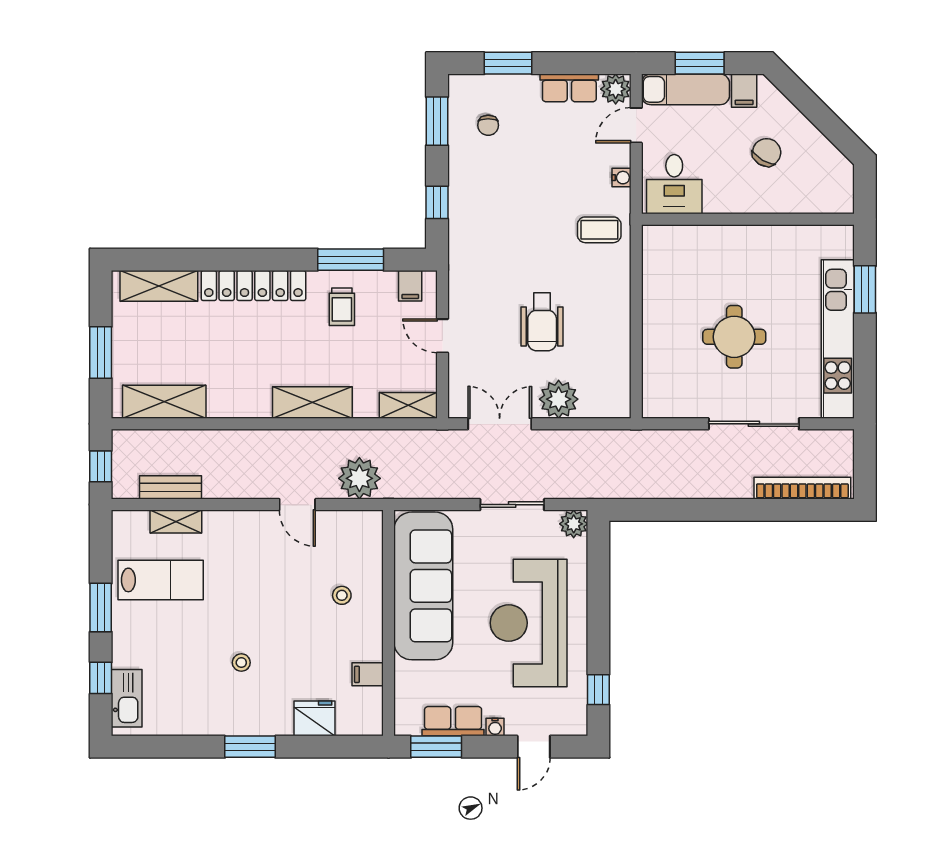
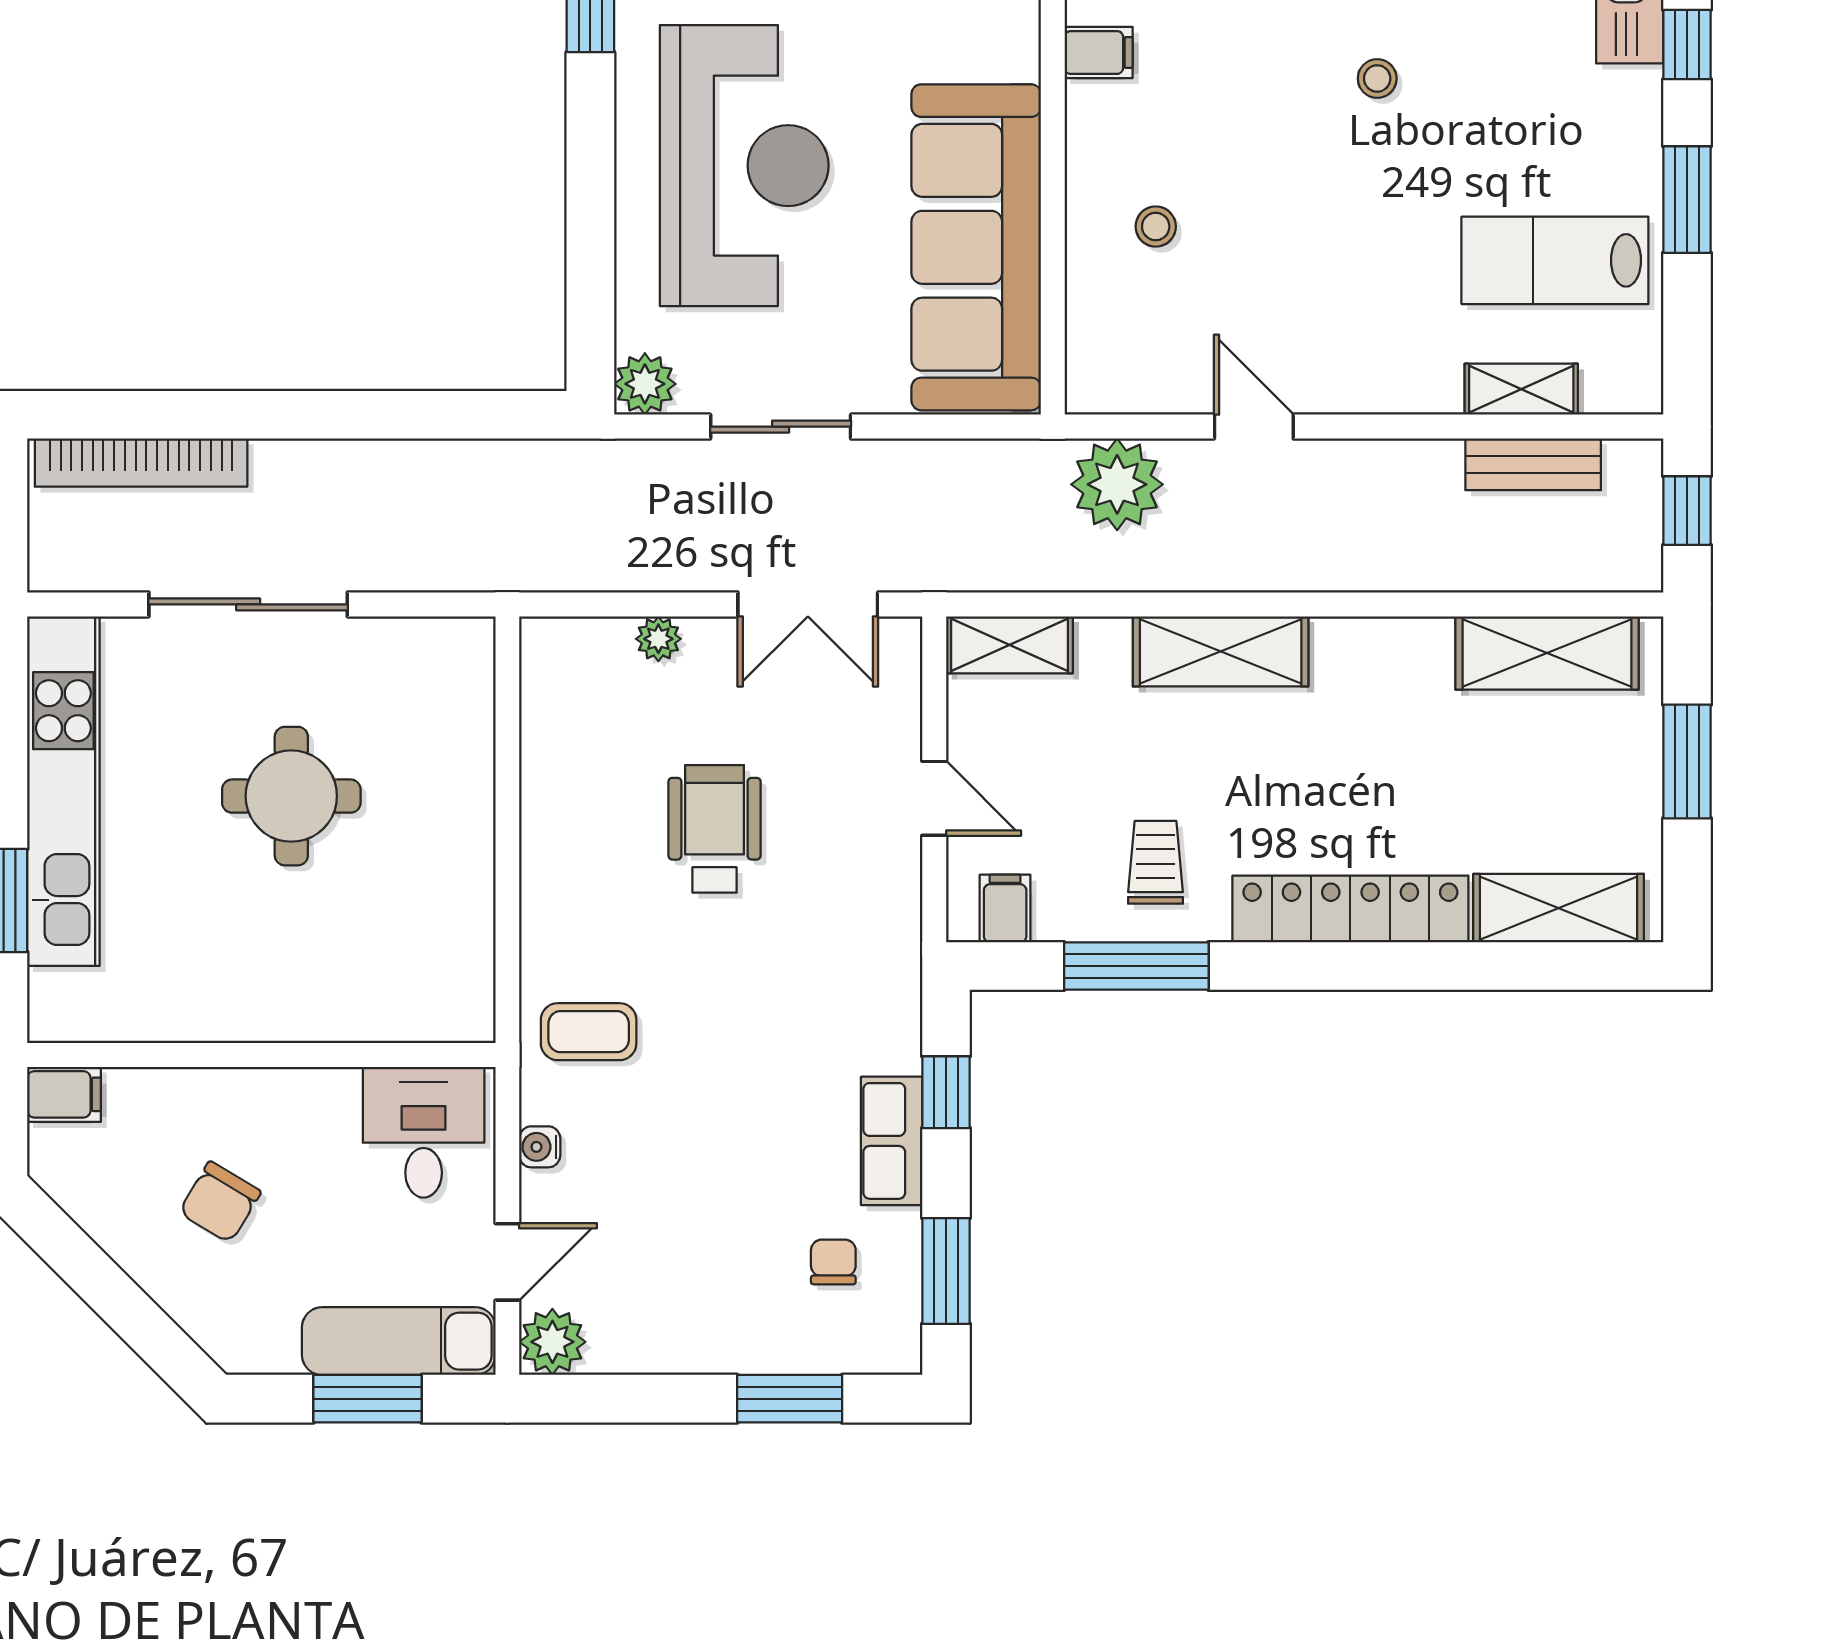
row of seats: (569, 88) -> (892, 1141), moved, turned -90
filing cabinet: (744, 91) -> (64, 1094), moved, turned 90
plant: (559, 399) -> (658, 639), width x0.53, depth x0.53

